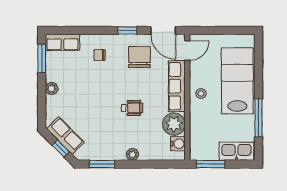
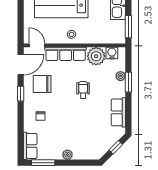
row of seats: (65, 136) -> (118, 112), moved, turned -45
plant: (133, 154) -> (121, 76), moved
window: (102, 164) -> (128, 82), moved

